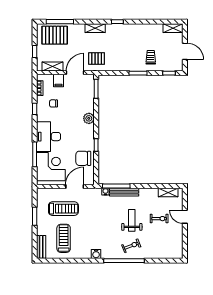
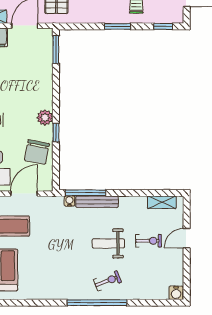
plant: (89, 118) -> (45, 118), moved
chair: (83, 158) -> (37, 152), turned -79
door: (185, 217) -> (187, 238), hinge flipped
weight bench: (132, 220) -> (108, 243), turned -90
water cooler: (96, 254) -> (176, 293), moved

